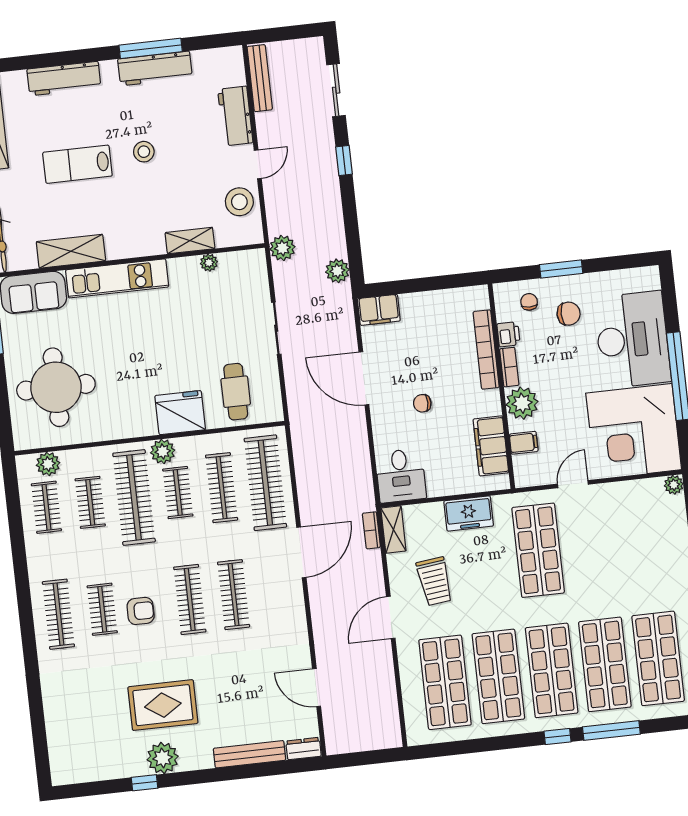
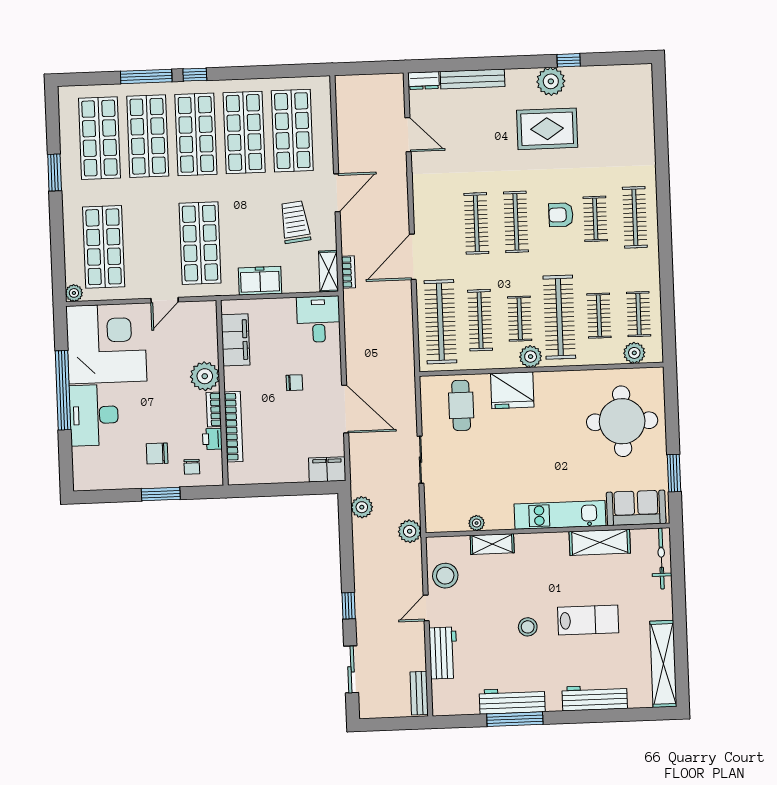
bench: (260, 78) -> (419, 693), width x0.73
desk: (632, 340) -> (94, 415), width x0.73, depth x0.77
filing cabinet: (524, 443) -> (206, 341), removed
shop shelf: (645, 538) -> (104, 247), added

